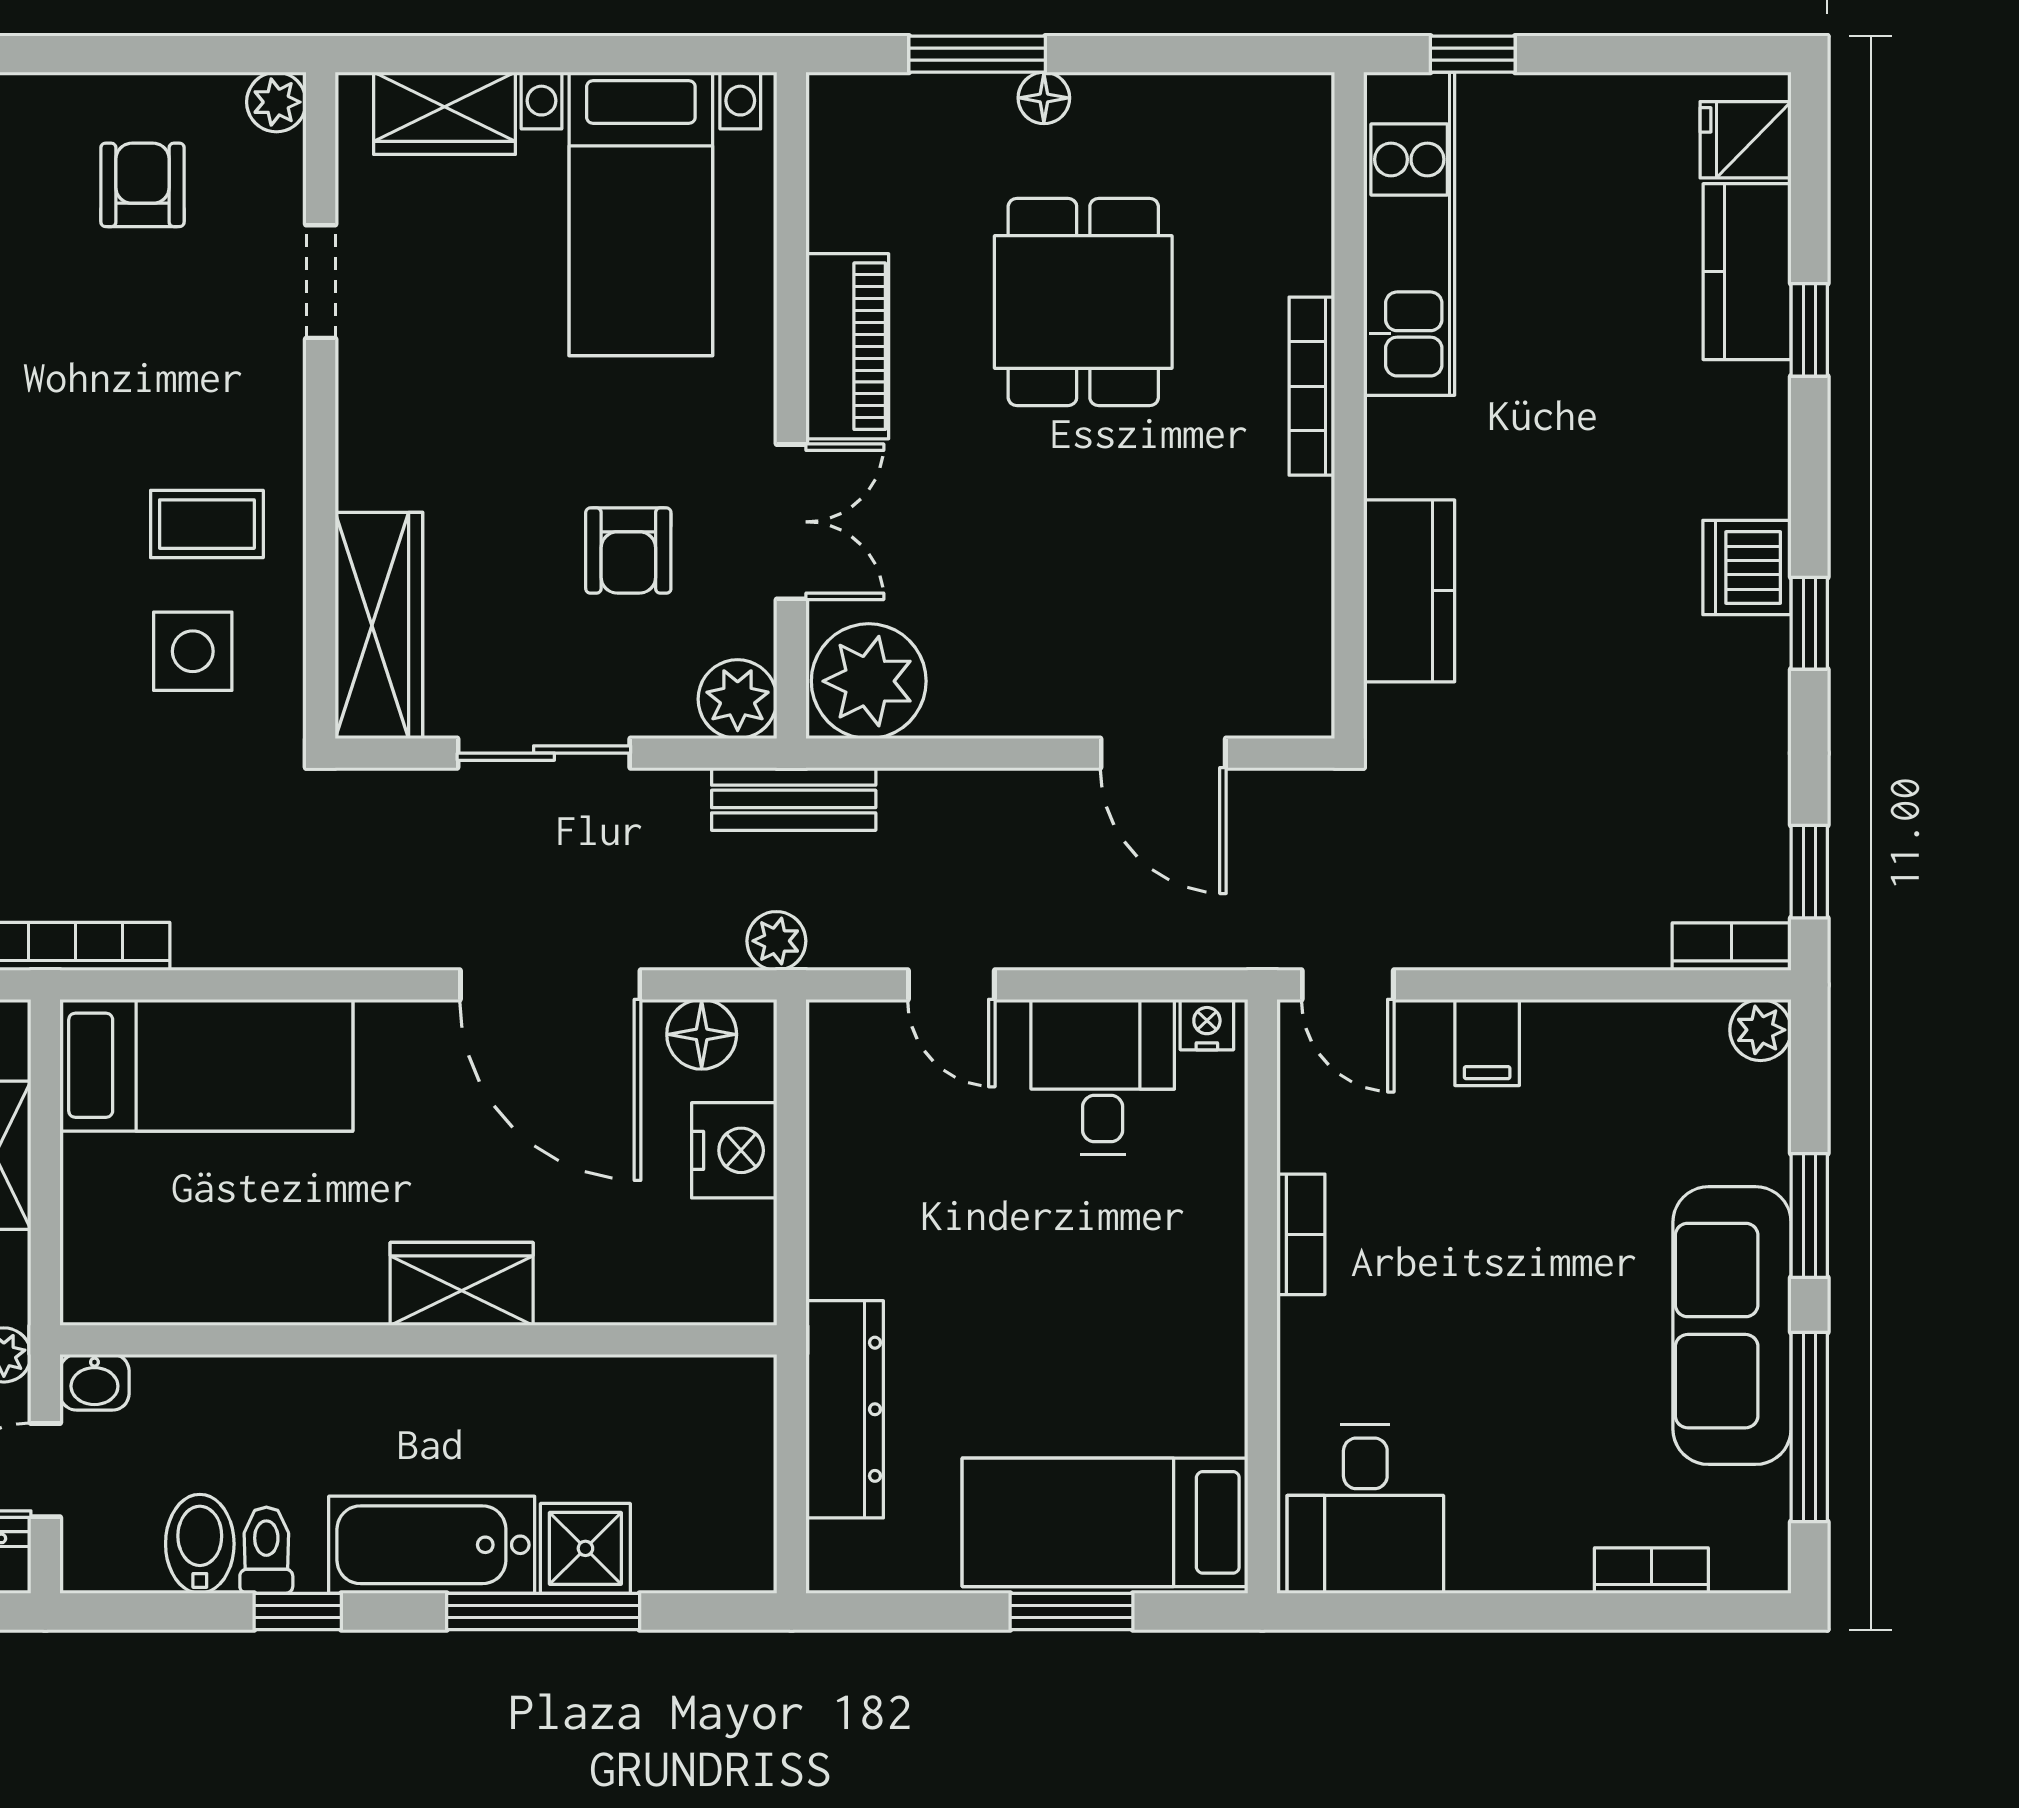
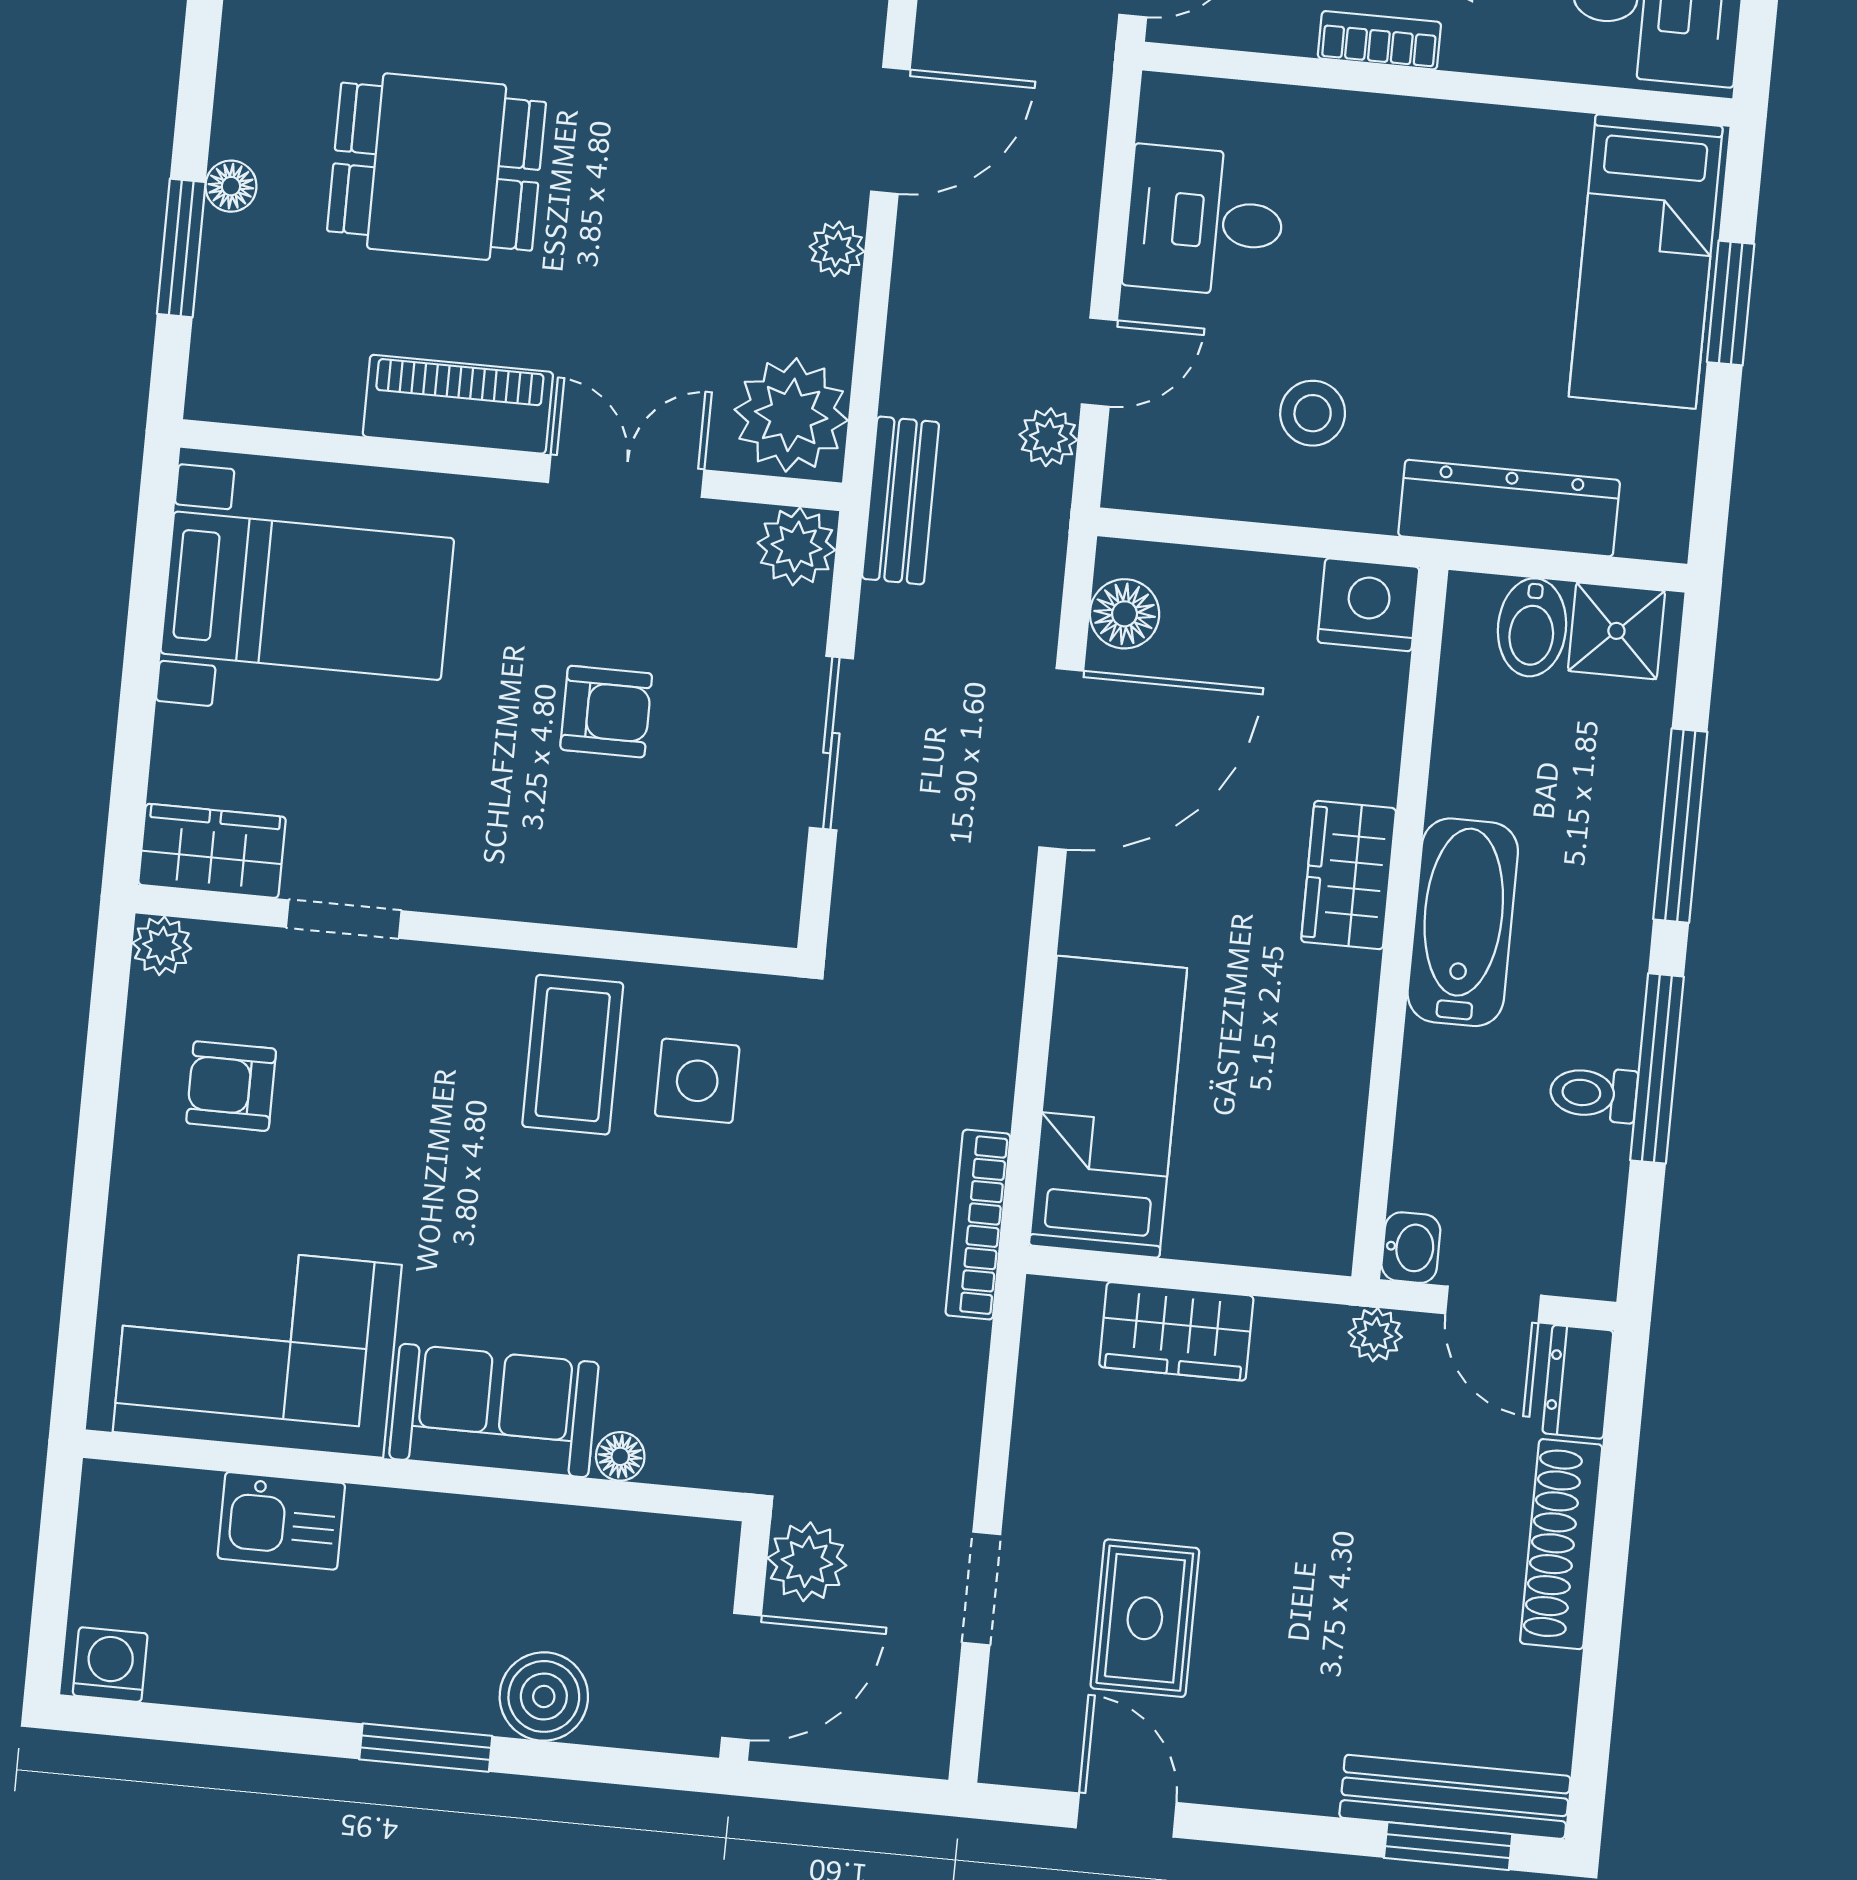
wardrobe: (444, 113) -> (212, 851), moved, turned -90
coffee table: (207, 524) -> (573, 1055), width x1.36, depth x1.30
armchair: (628, 551) -> (606, 712), moved
wardrobe: (379, 625) -> (689, 894), removed
plant: (1039, 711) -> (837, 249), added
plant: (776, 941) -> (1048, 437), moved
nightstand: (1207, 1025) -> (1163, 113), removed
nightstand: (734, 1150) -> (1368, 605), moved
stool: (921, 1203) -> (1313, 413), added
bidet: (200, 1544) -> (1532, 627), moved, turned -90
bathtub: (432, 1545) -> (1463, 922), moved, turned 180
shower: (585, 1548) -> (1616, 631), moved
window: (298, 1611) -> (1657, 1068), width x2.17

